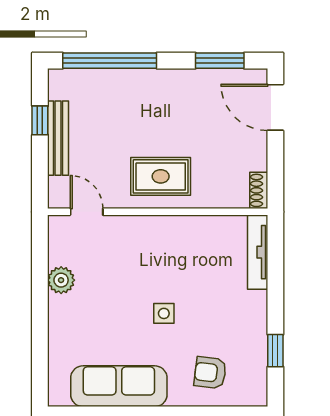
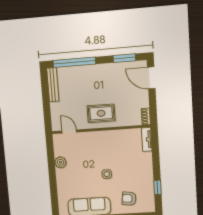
window: (40, 120) -> (45, 92), removed
bench: (58, 138) -> (53, 85), moved
tv unit: (258, 252) -> (147, 139), width x0.71

